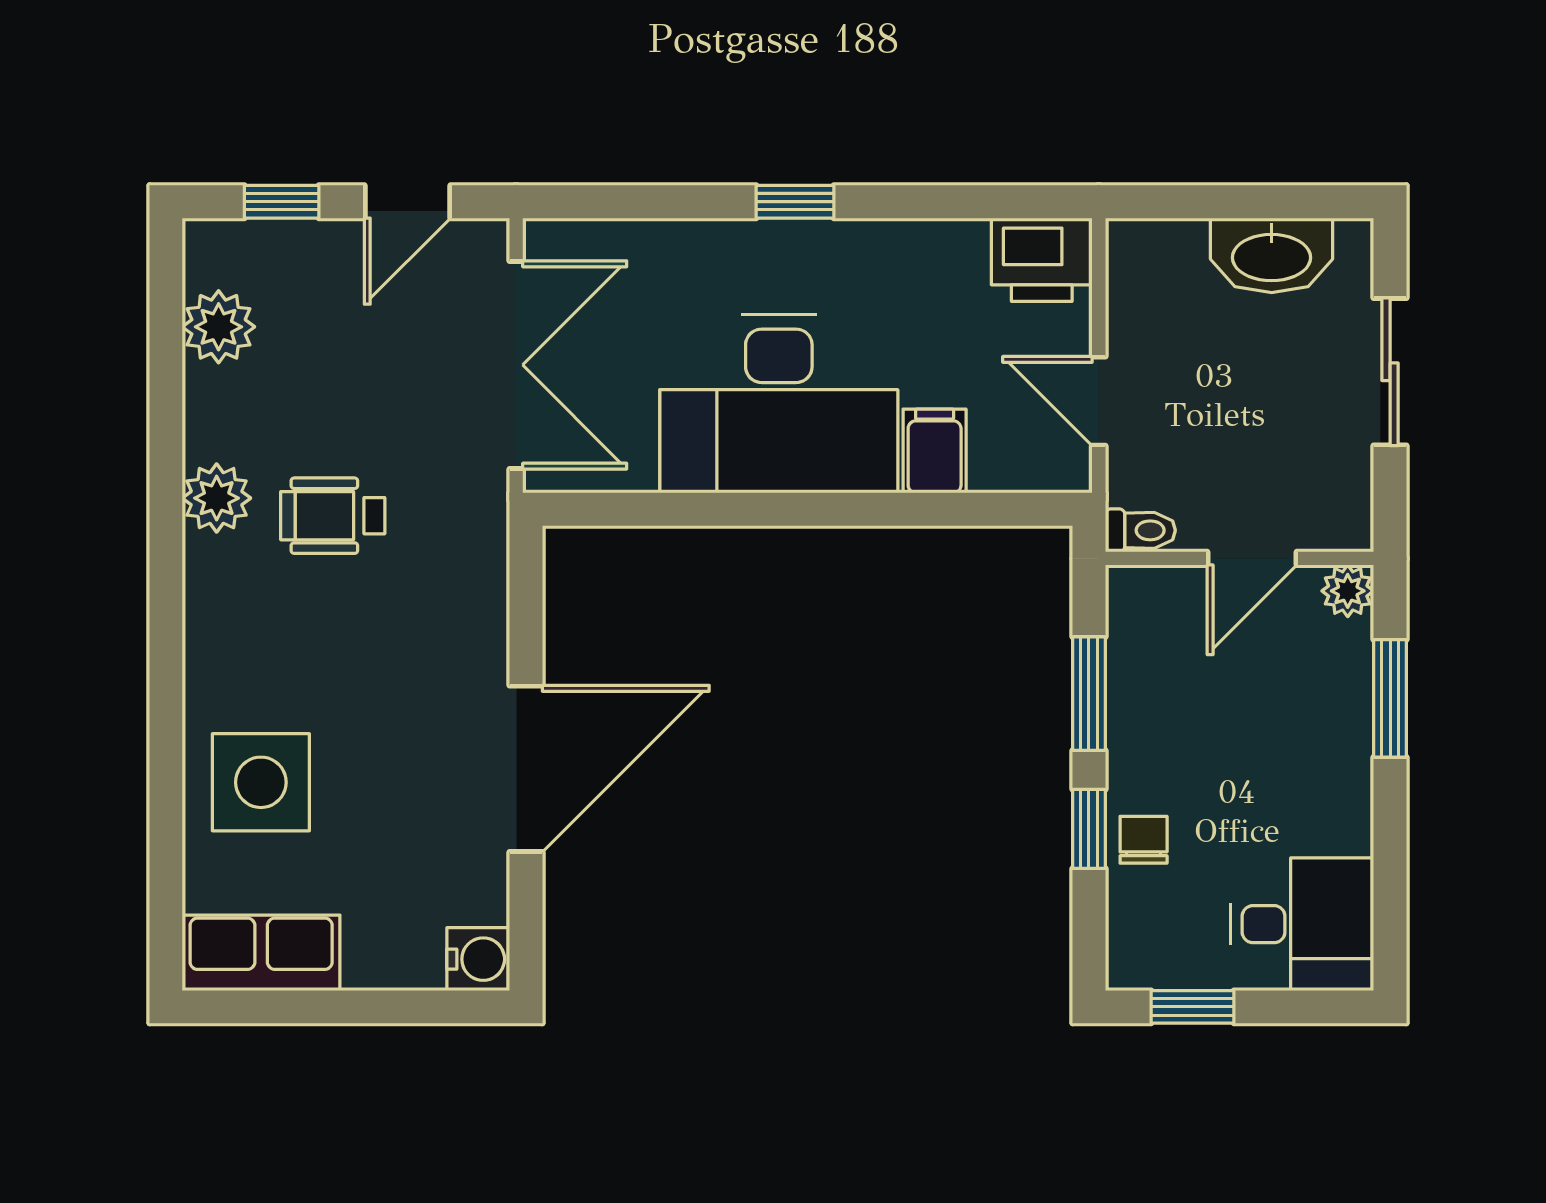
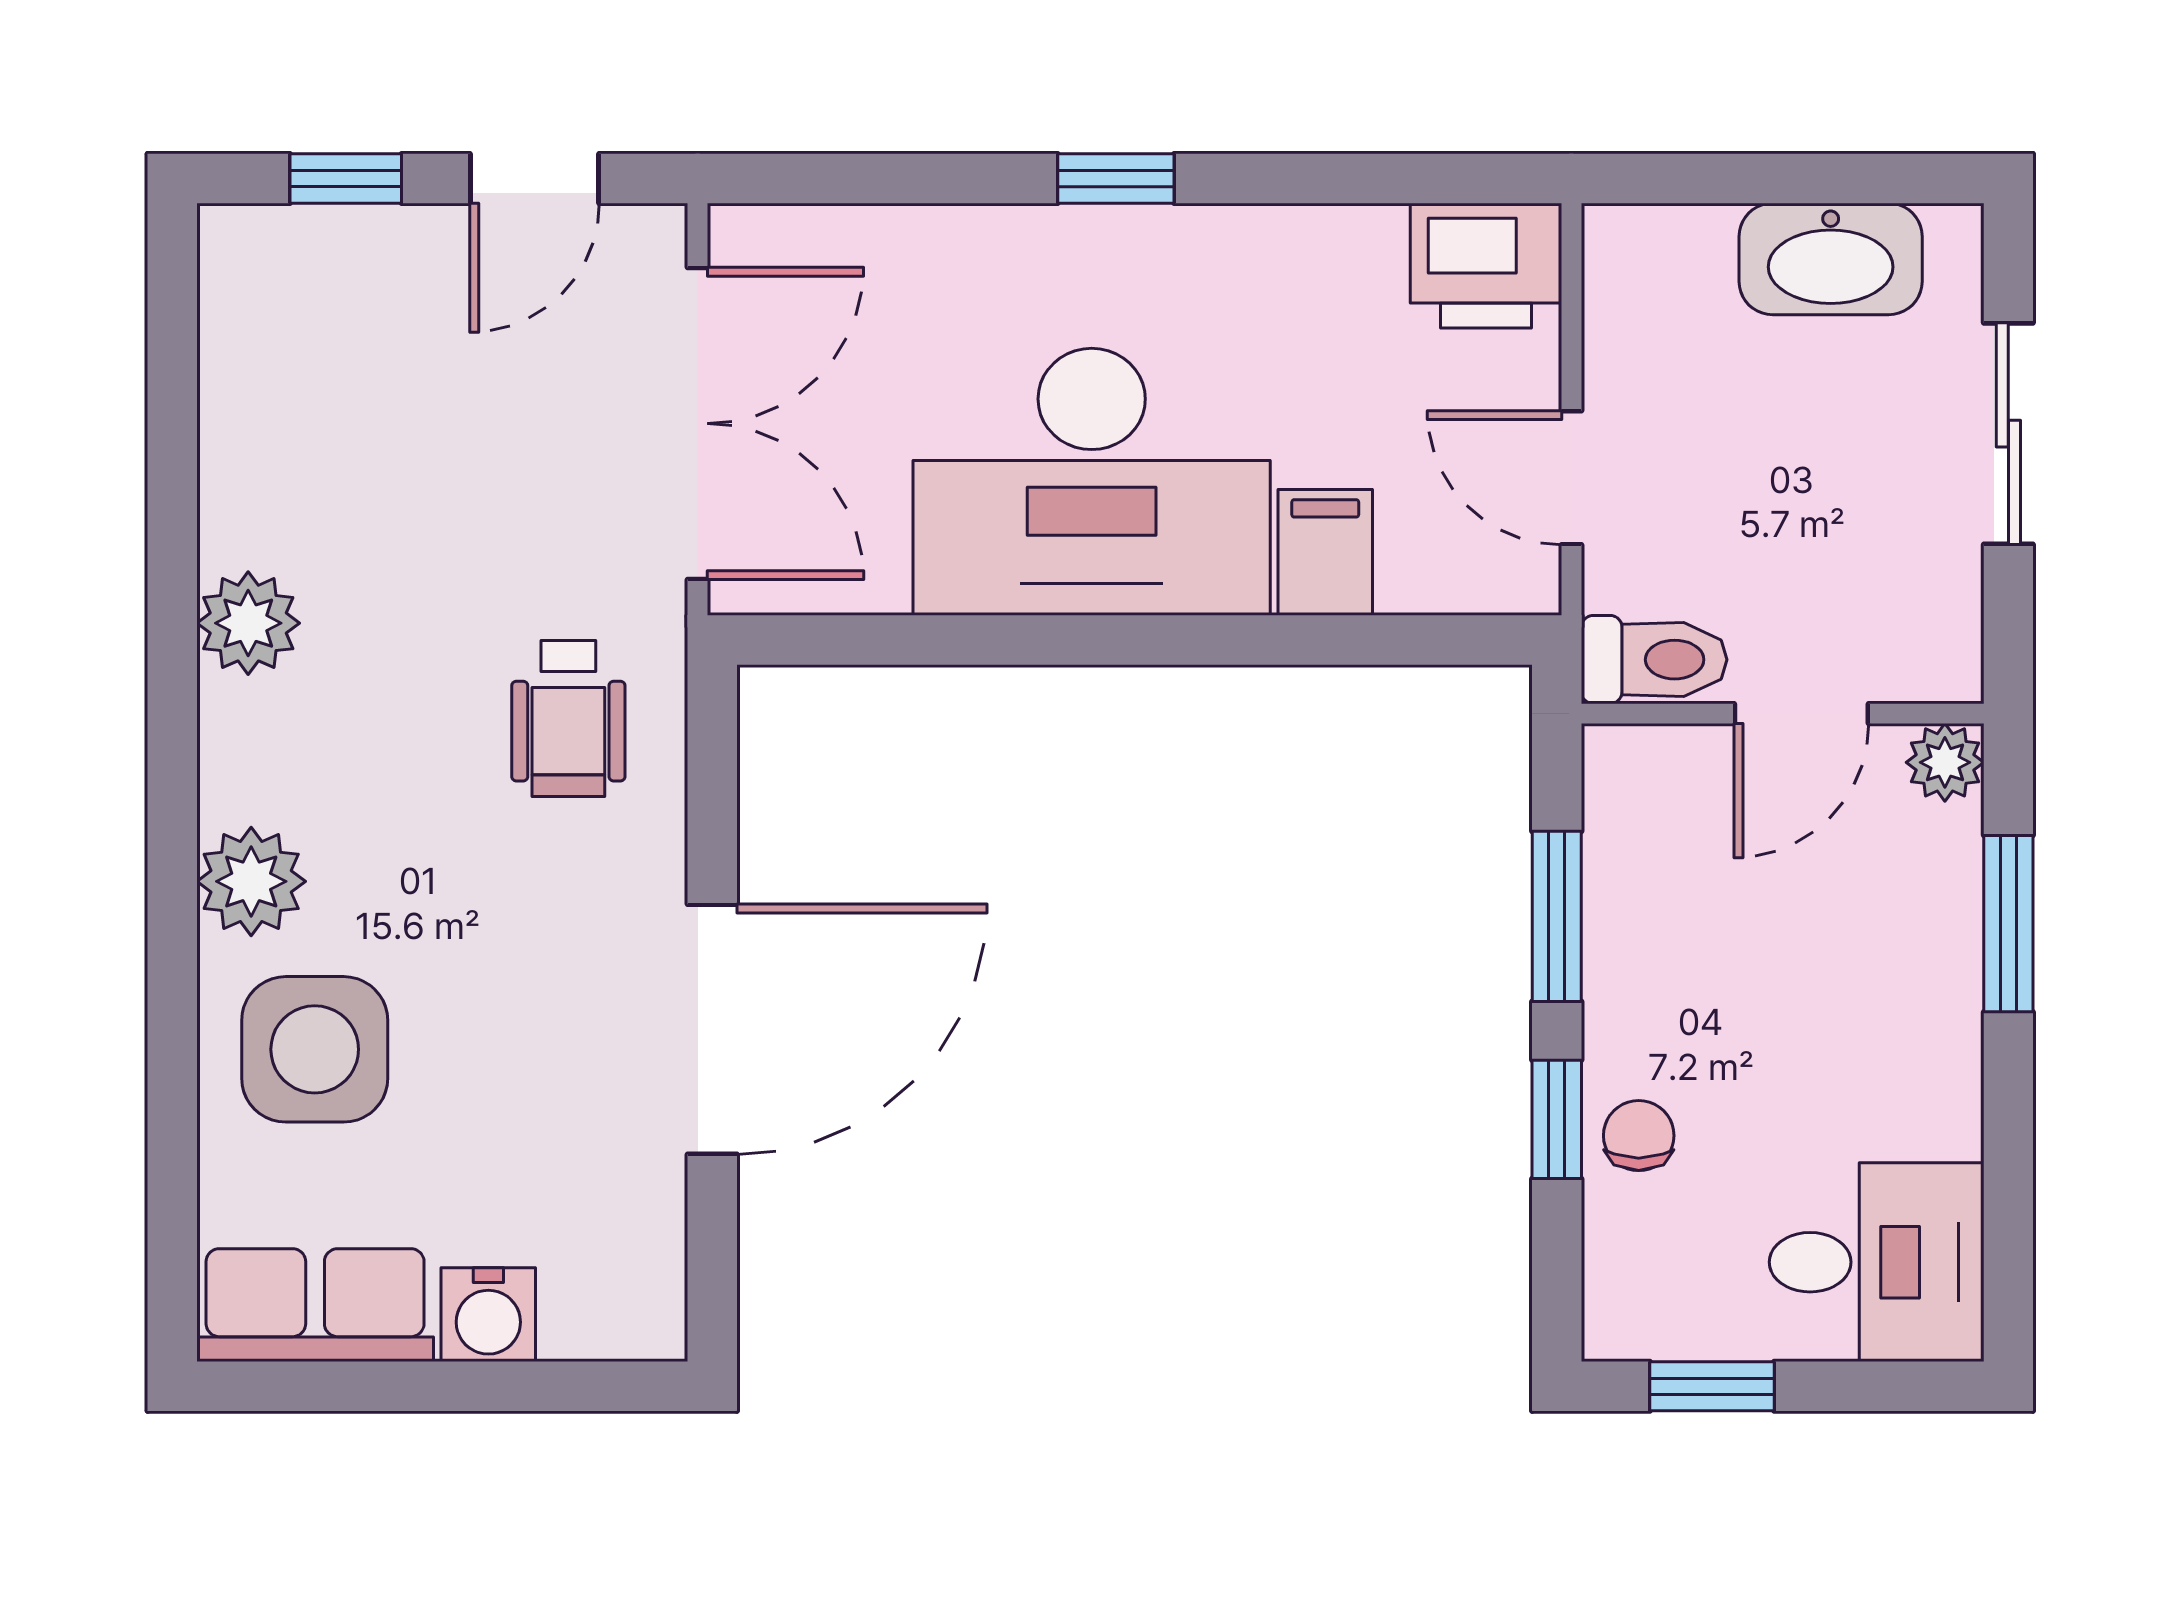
plant: (219, 327) -> (251, 881), moved
wheelchair: (333, 516) -> (568, 719), moved, turned -90
toilet: (1140, 530) -> (1654, 660), width x1.37, depth x1.39
water cooler: (478, 959) -> (488, 1315), moved, turned 90

